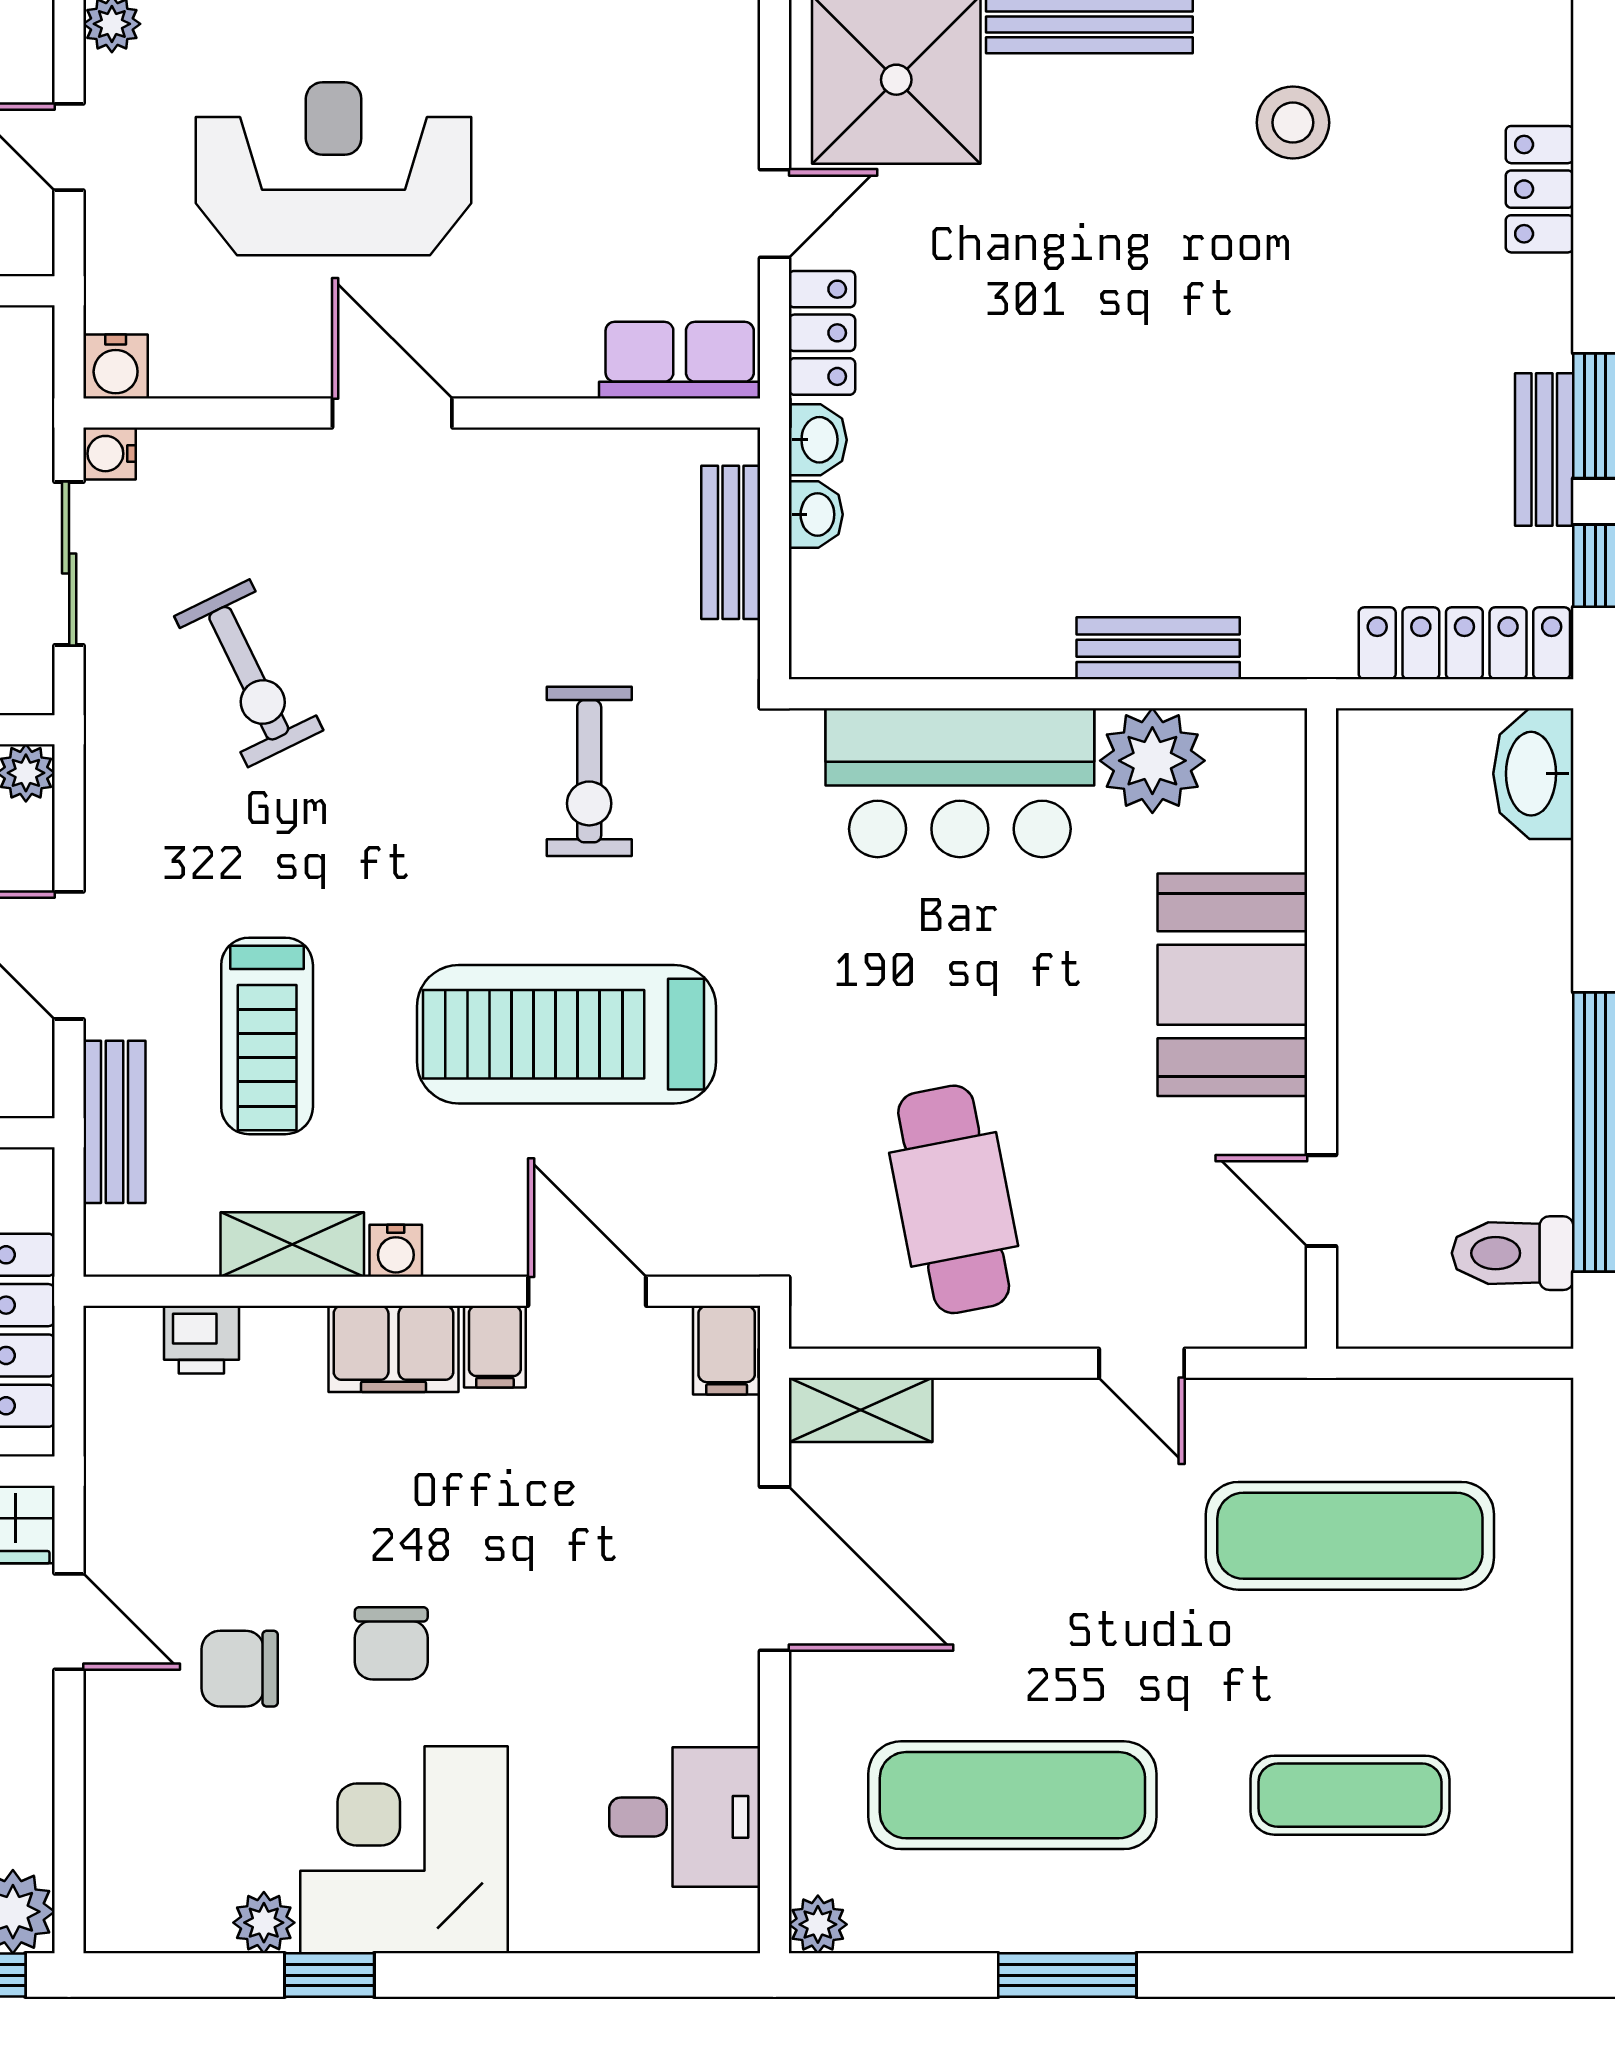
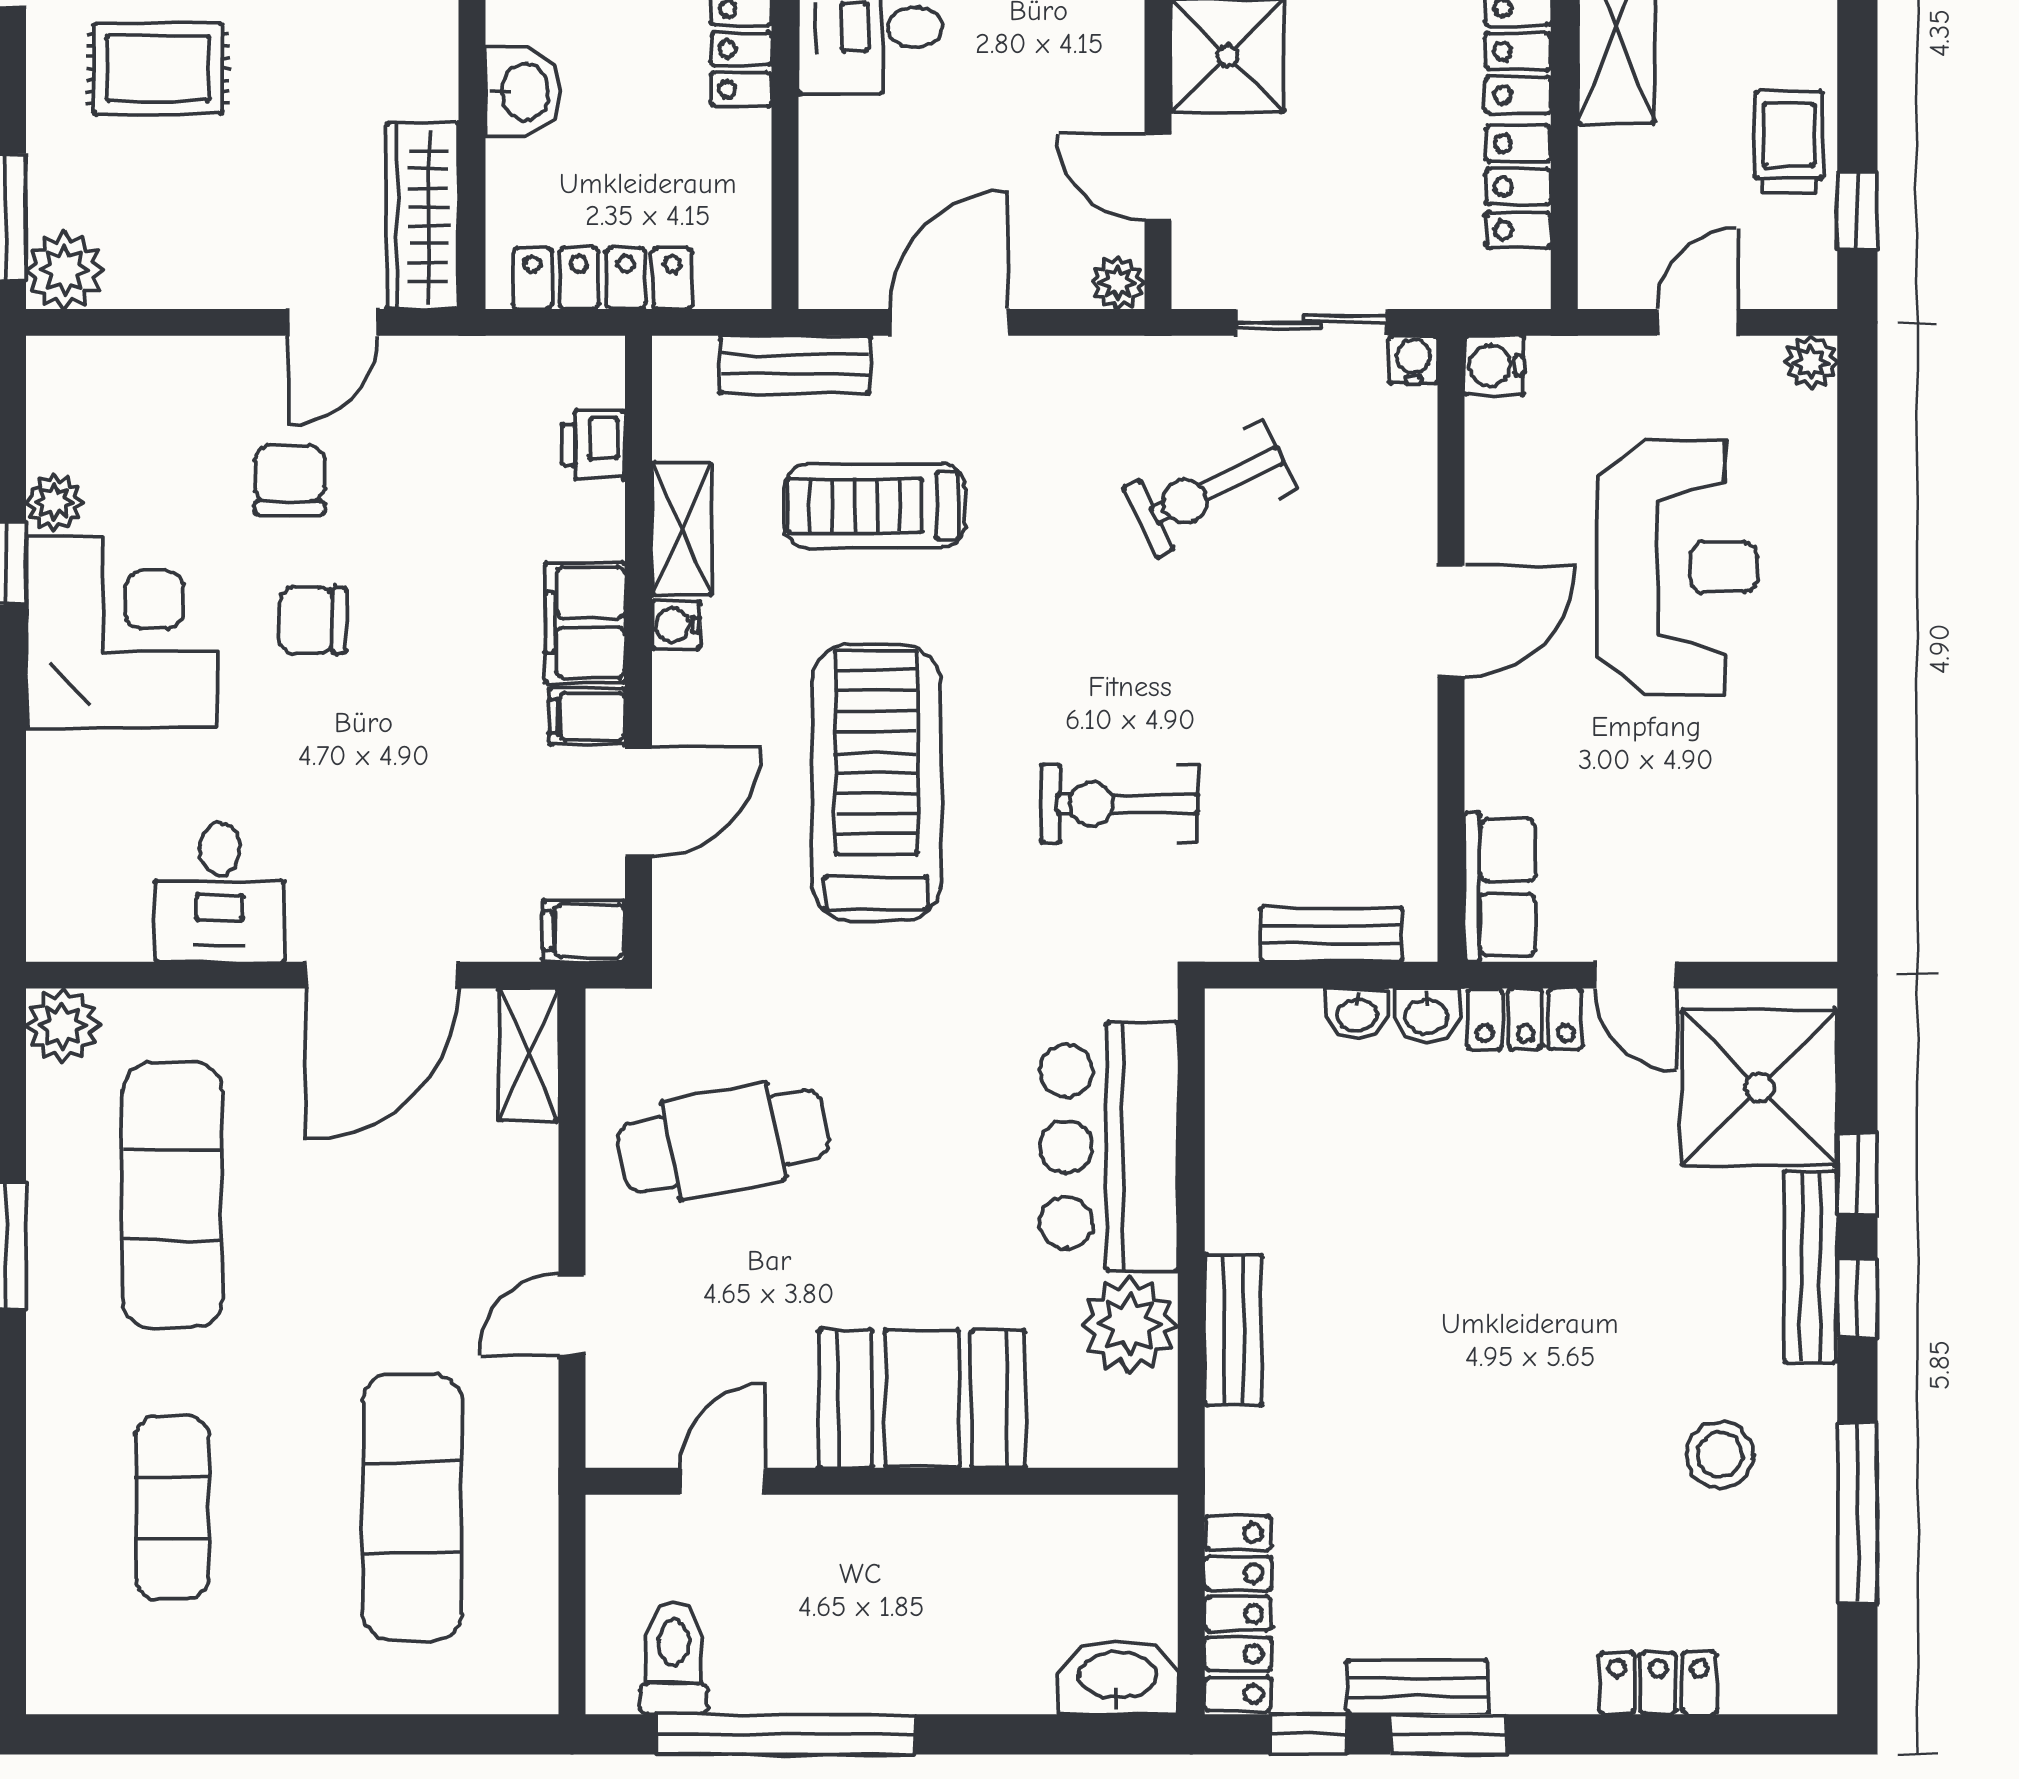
desk: (685, 1817) -> (220, 892), moved
plant: (818, 1924) -> (63, 1025), width x1.38, depth x1.38

